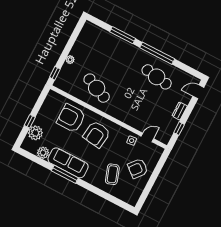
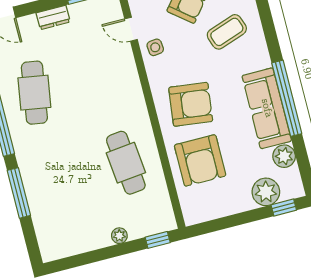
cafe table: (97, 88) -> (126, 163), turned -30
window: (30, 121) -> (284, 208), moved
window: (65, 174) -> (287, 98), width x1.46

